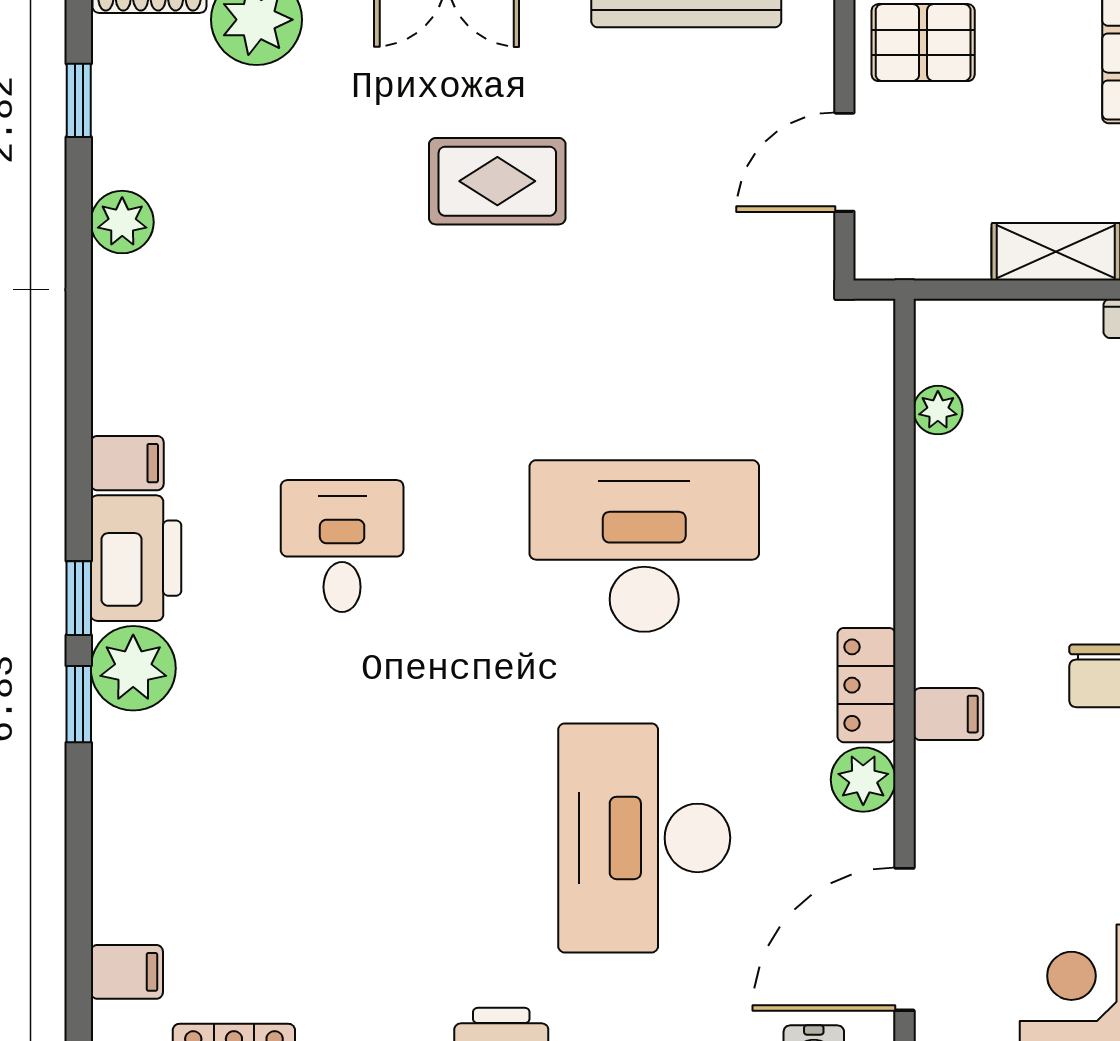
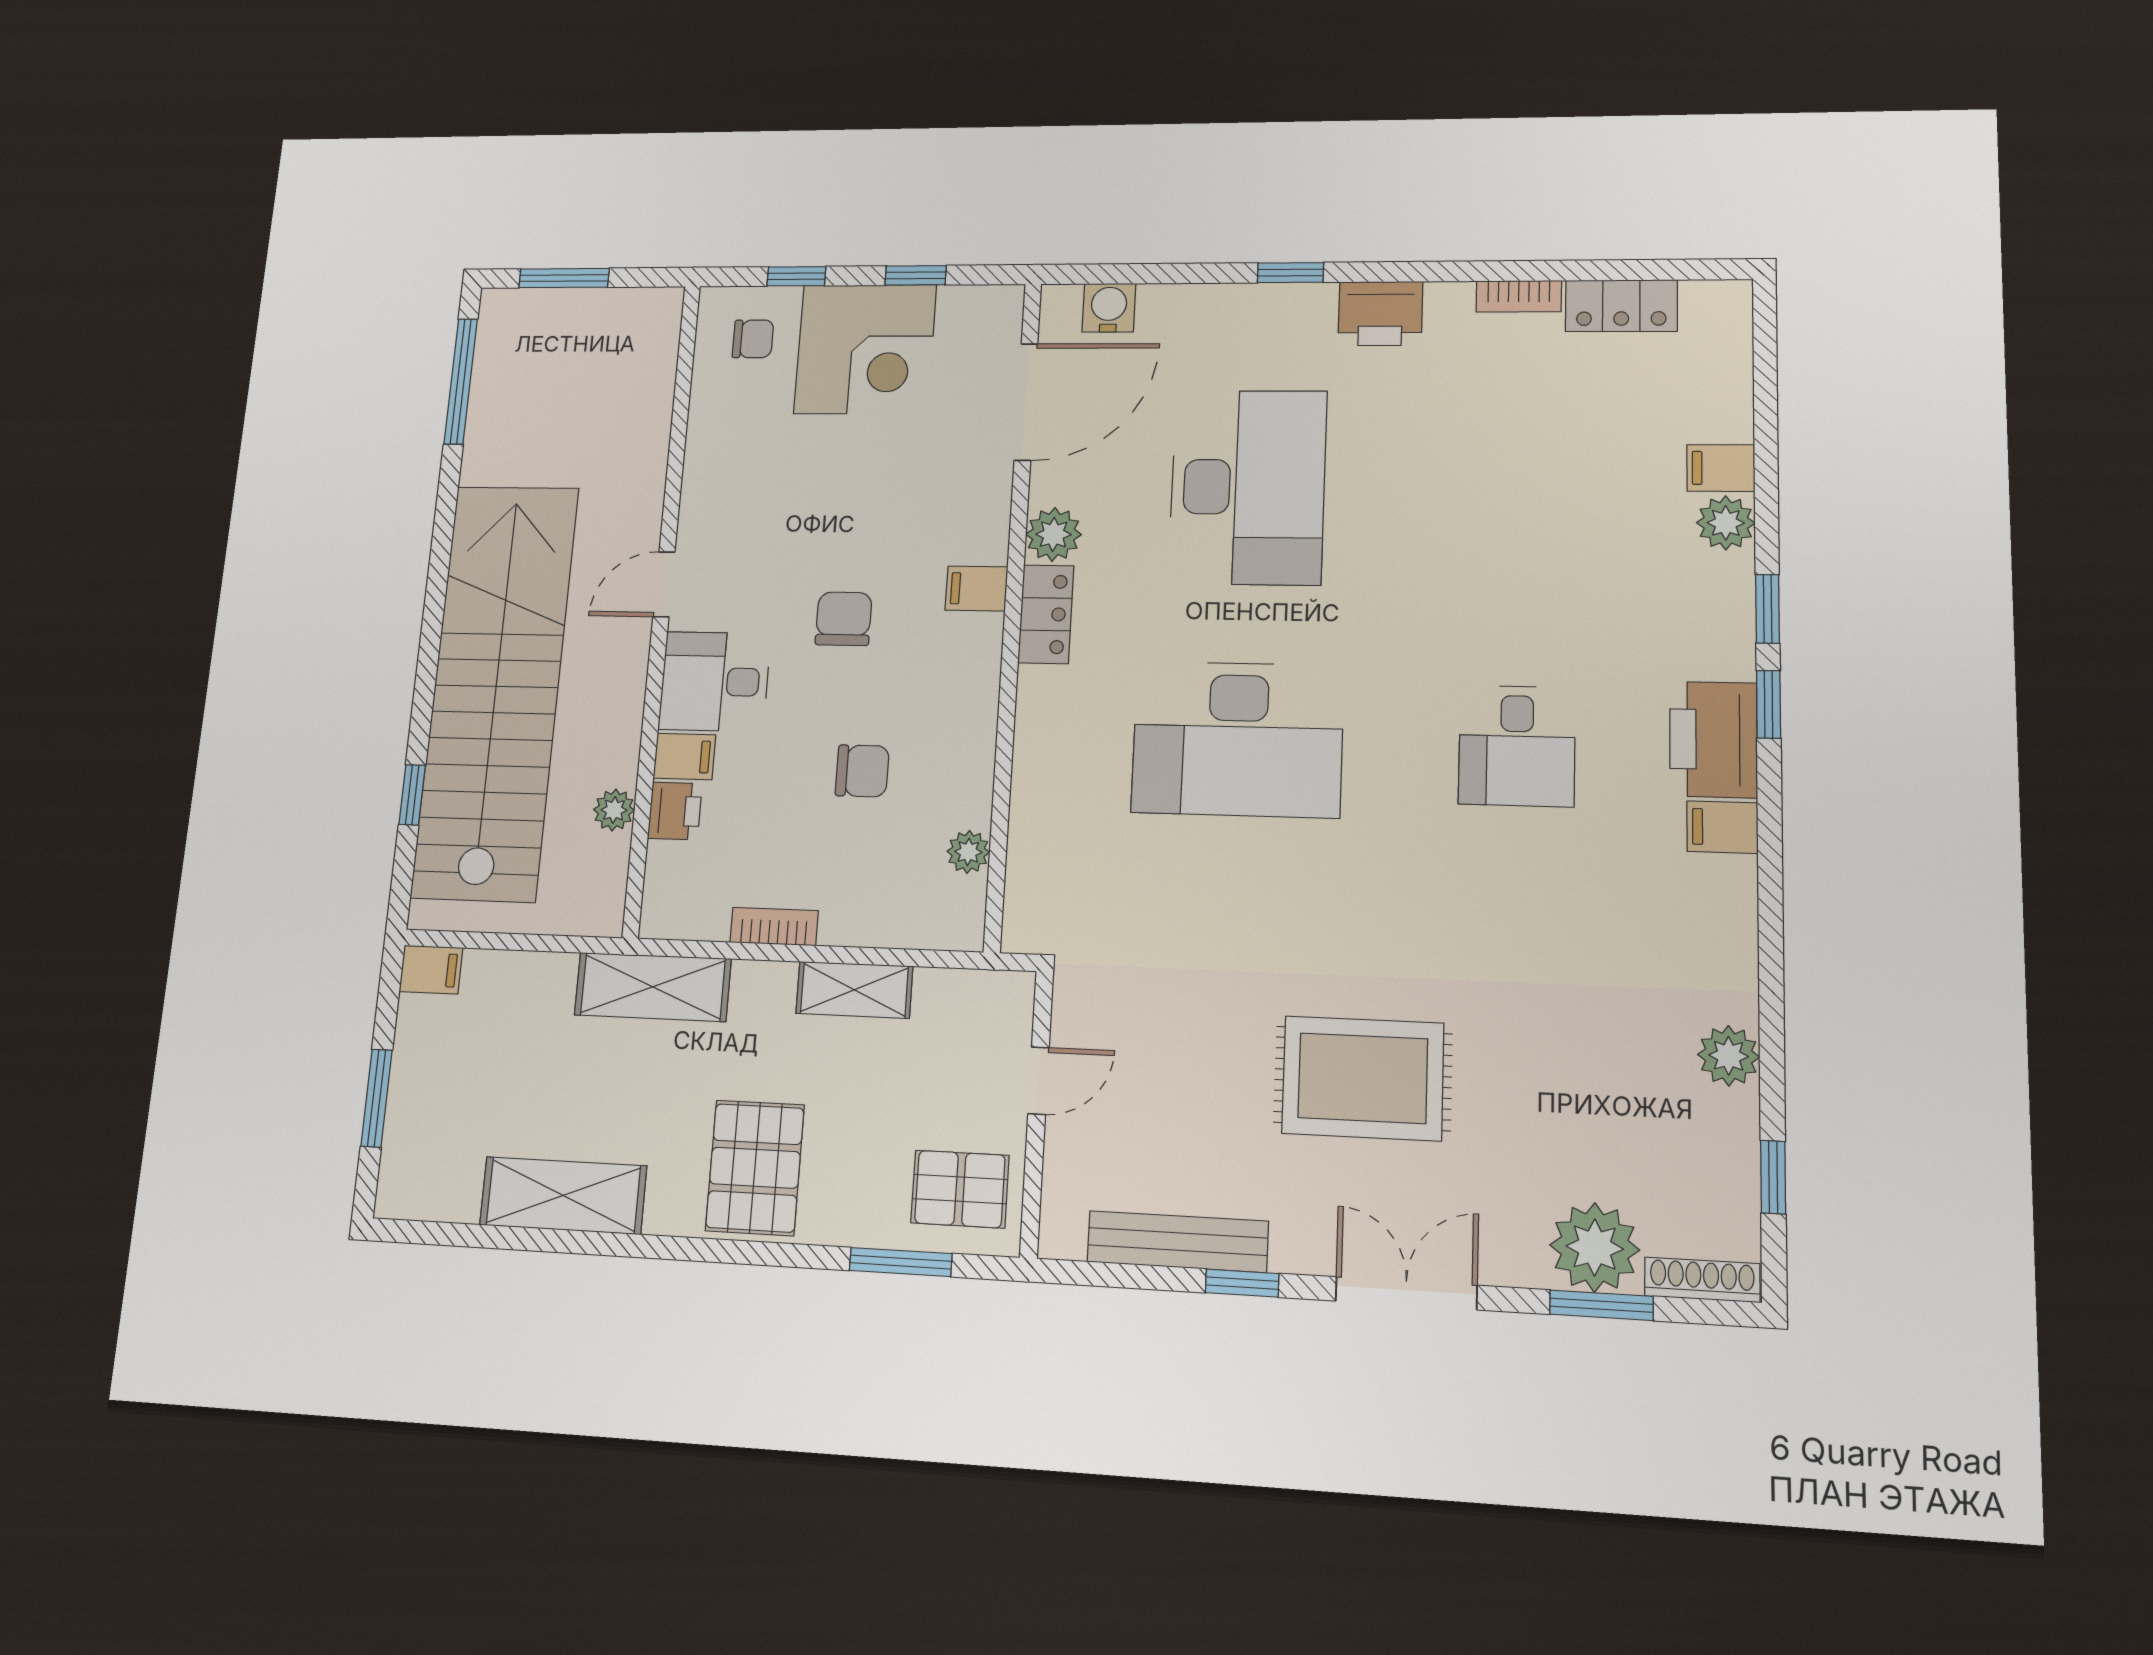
door: (844, 162) -> (1038, 1081), width x0.73
rug: (497, 181) -> (1363, 1078), width x1.36, depth x1.43
chair: (1066, 499) -> (862, 771), added
plant: (133, 668) -> (1726, 523), moved, width x0.73, depth x0.73
filing cabinet: (127, 972) -> (1721, 468), moved

